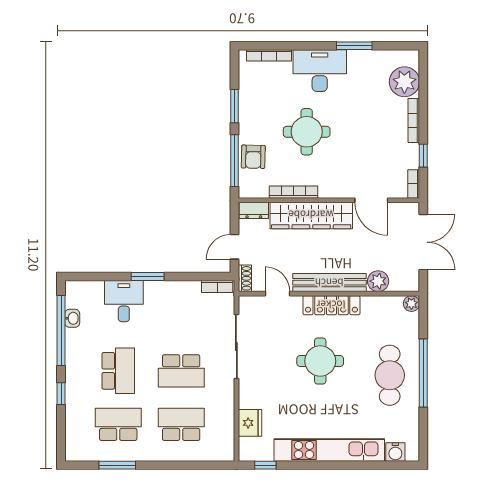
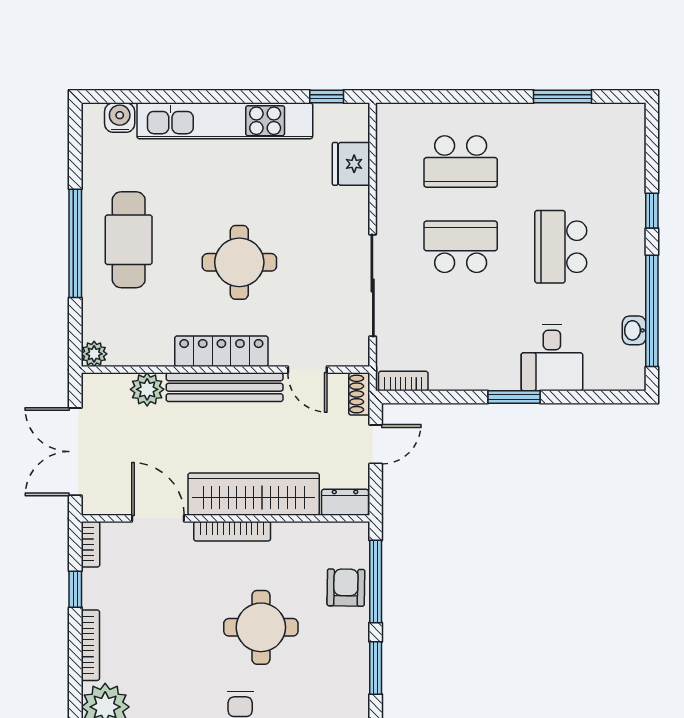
bookcase: (294, 192) -> (232, 531), moved
school desk: (118, 424) -> (561, 162), removed

